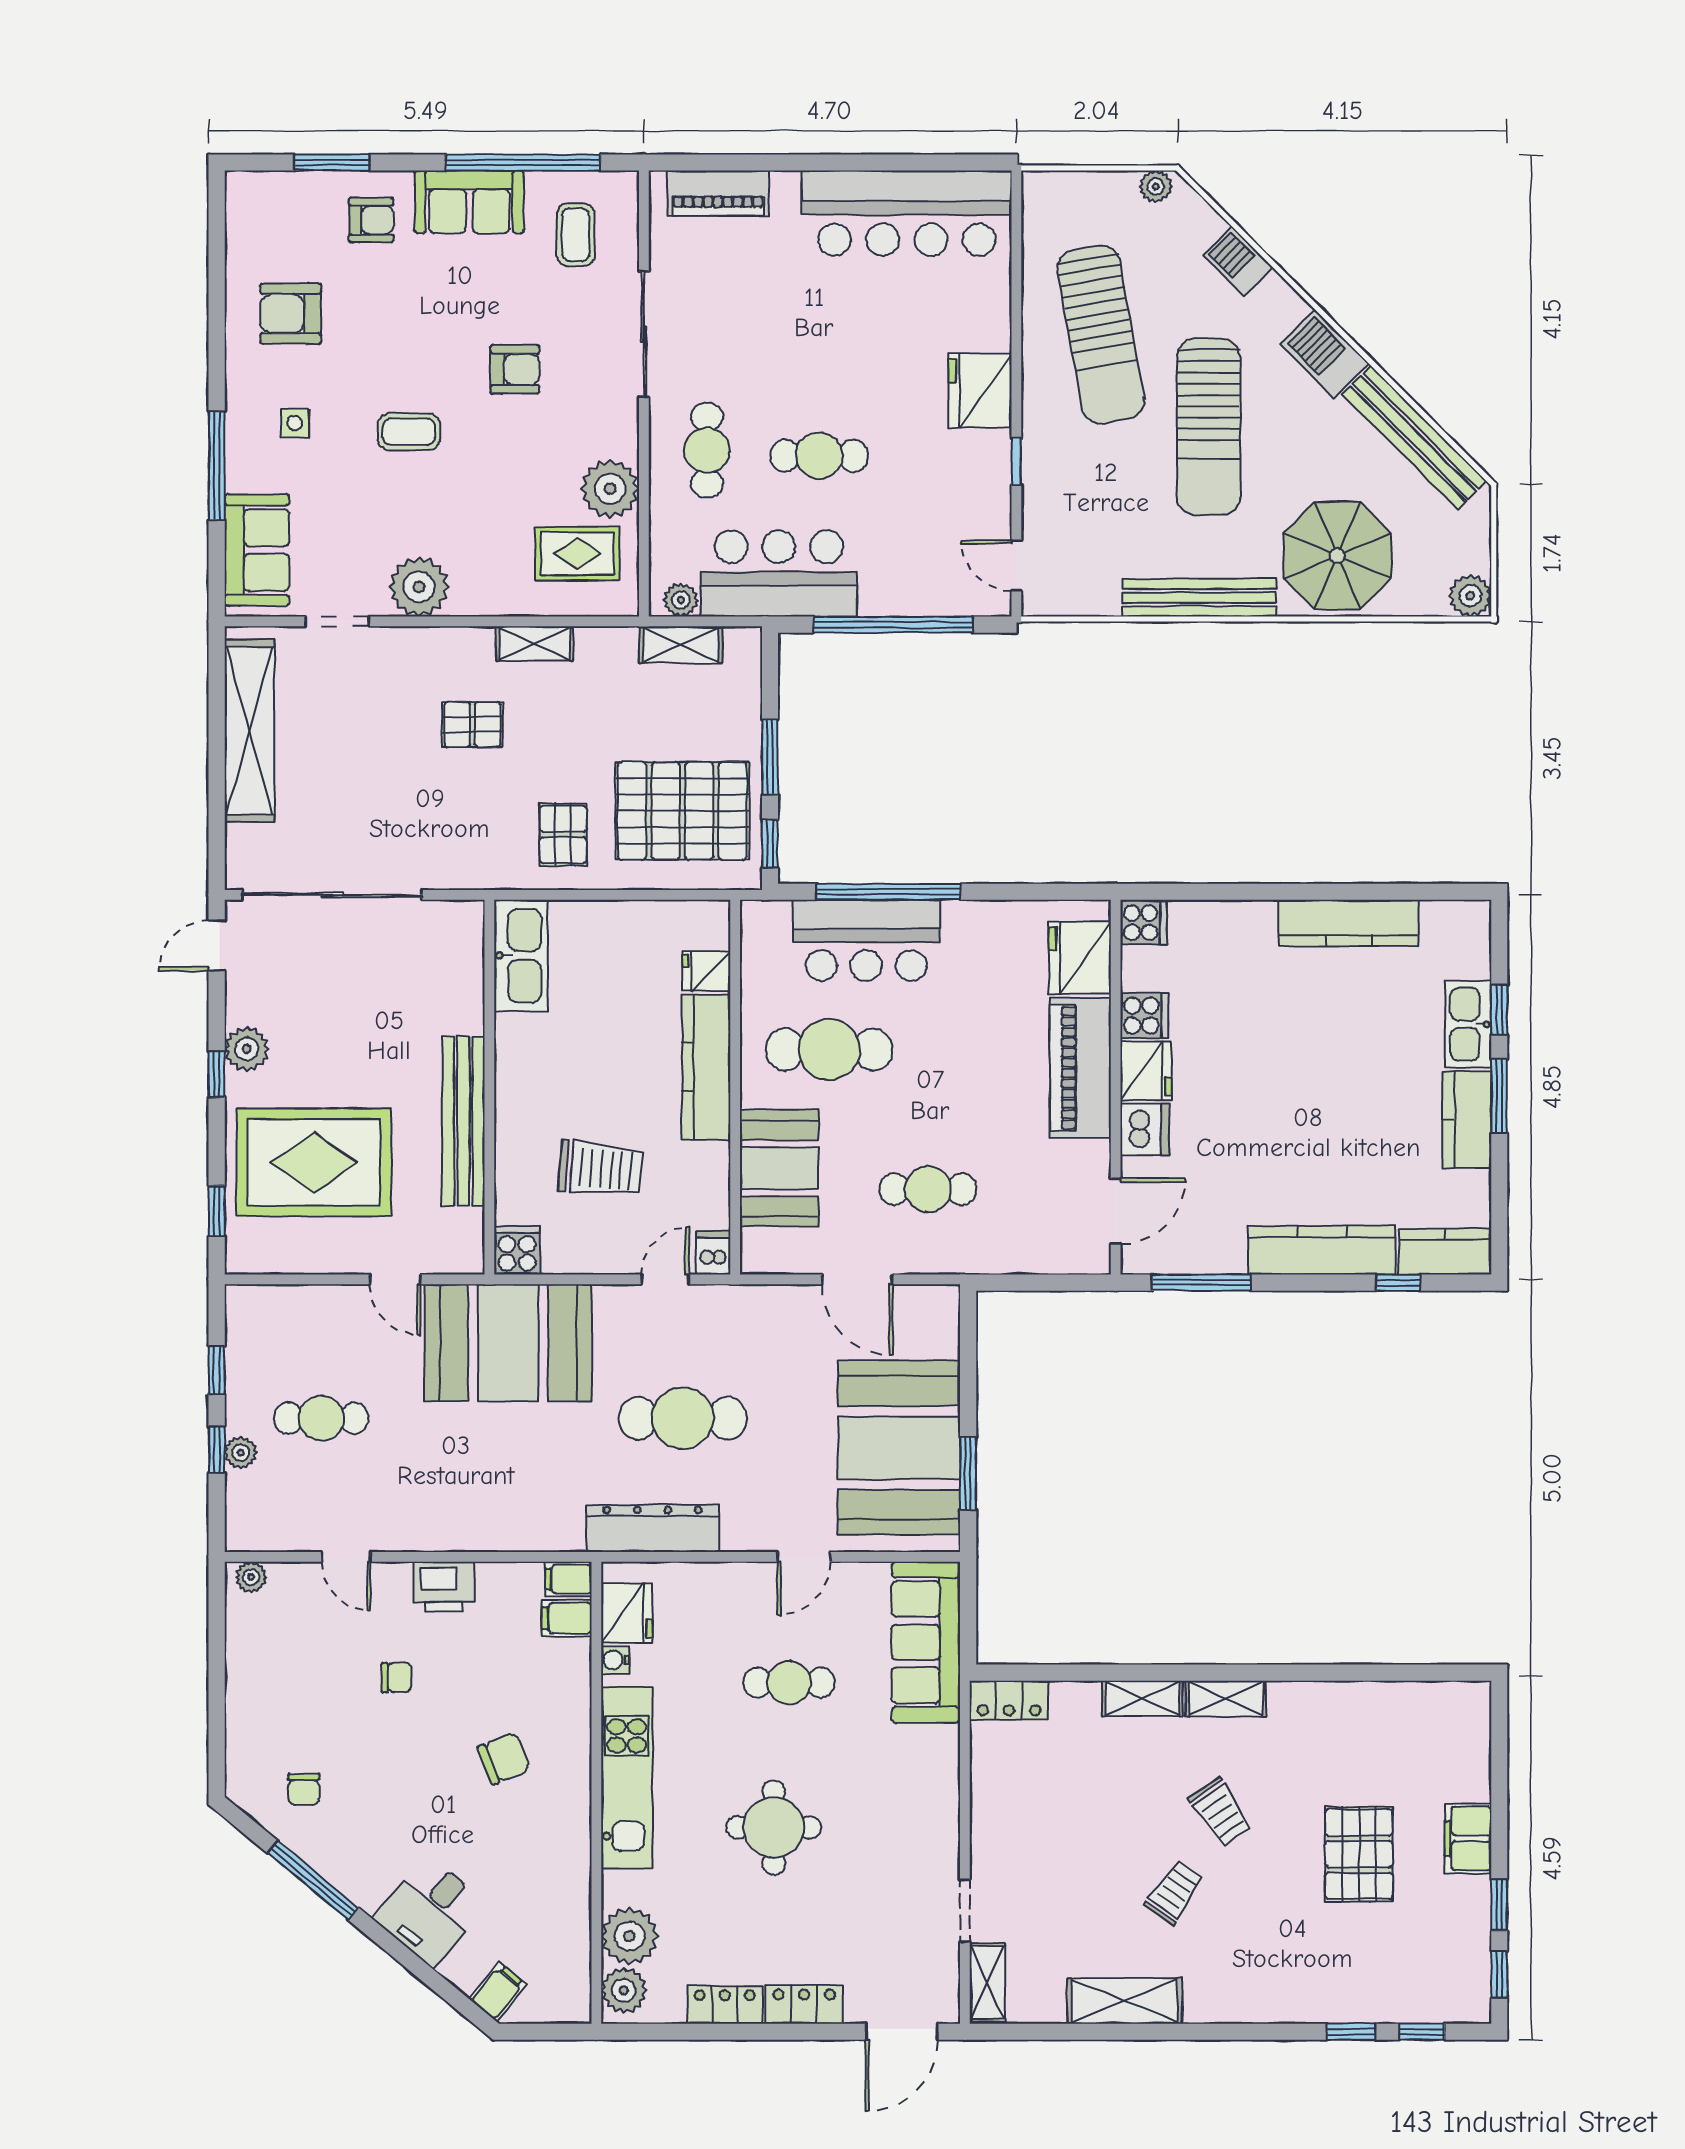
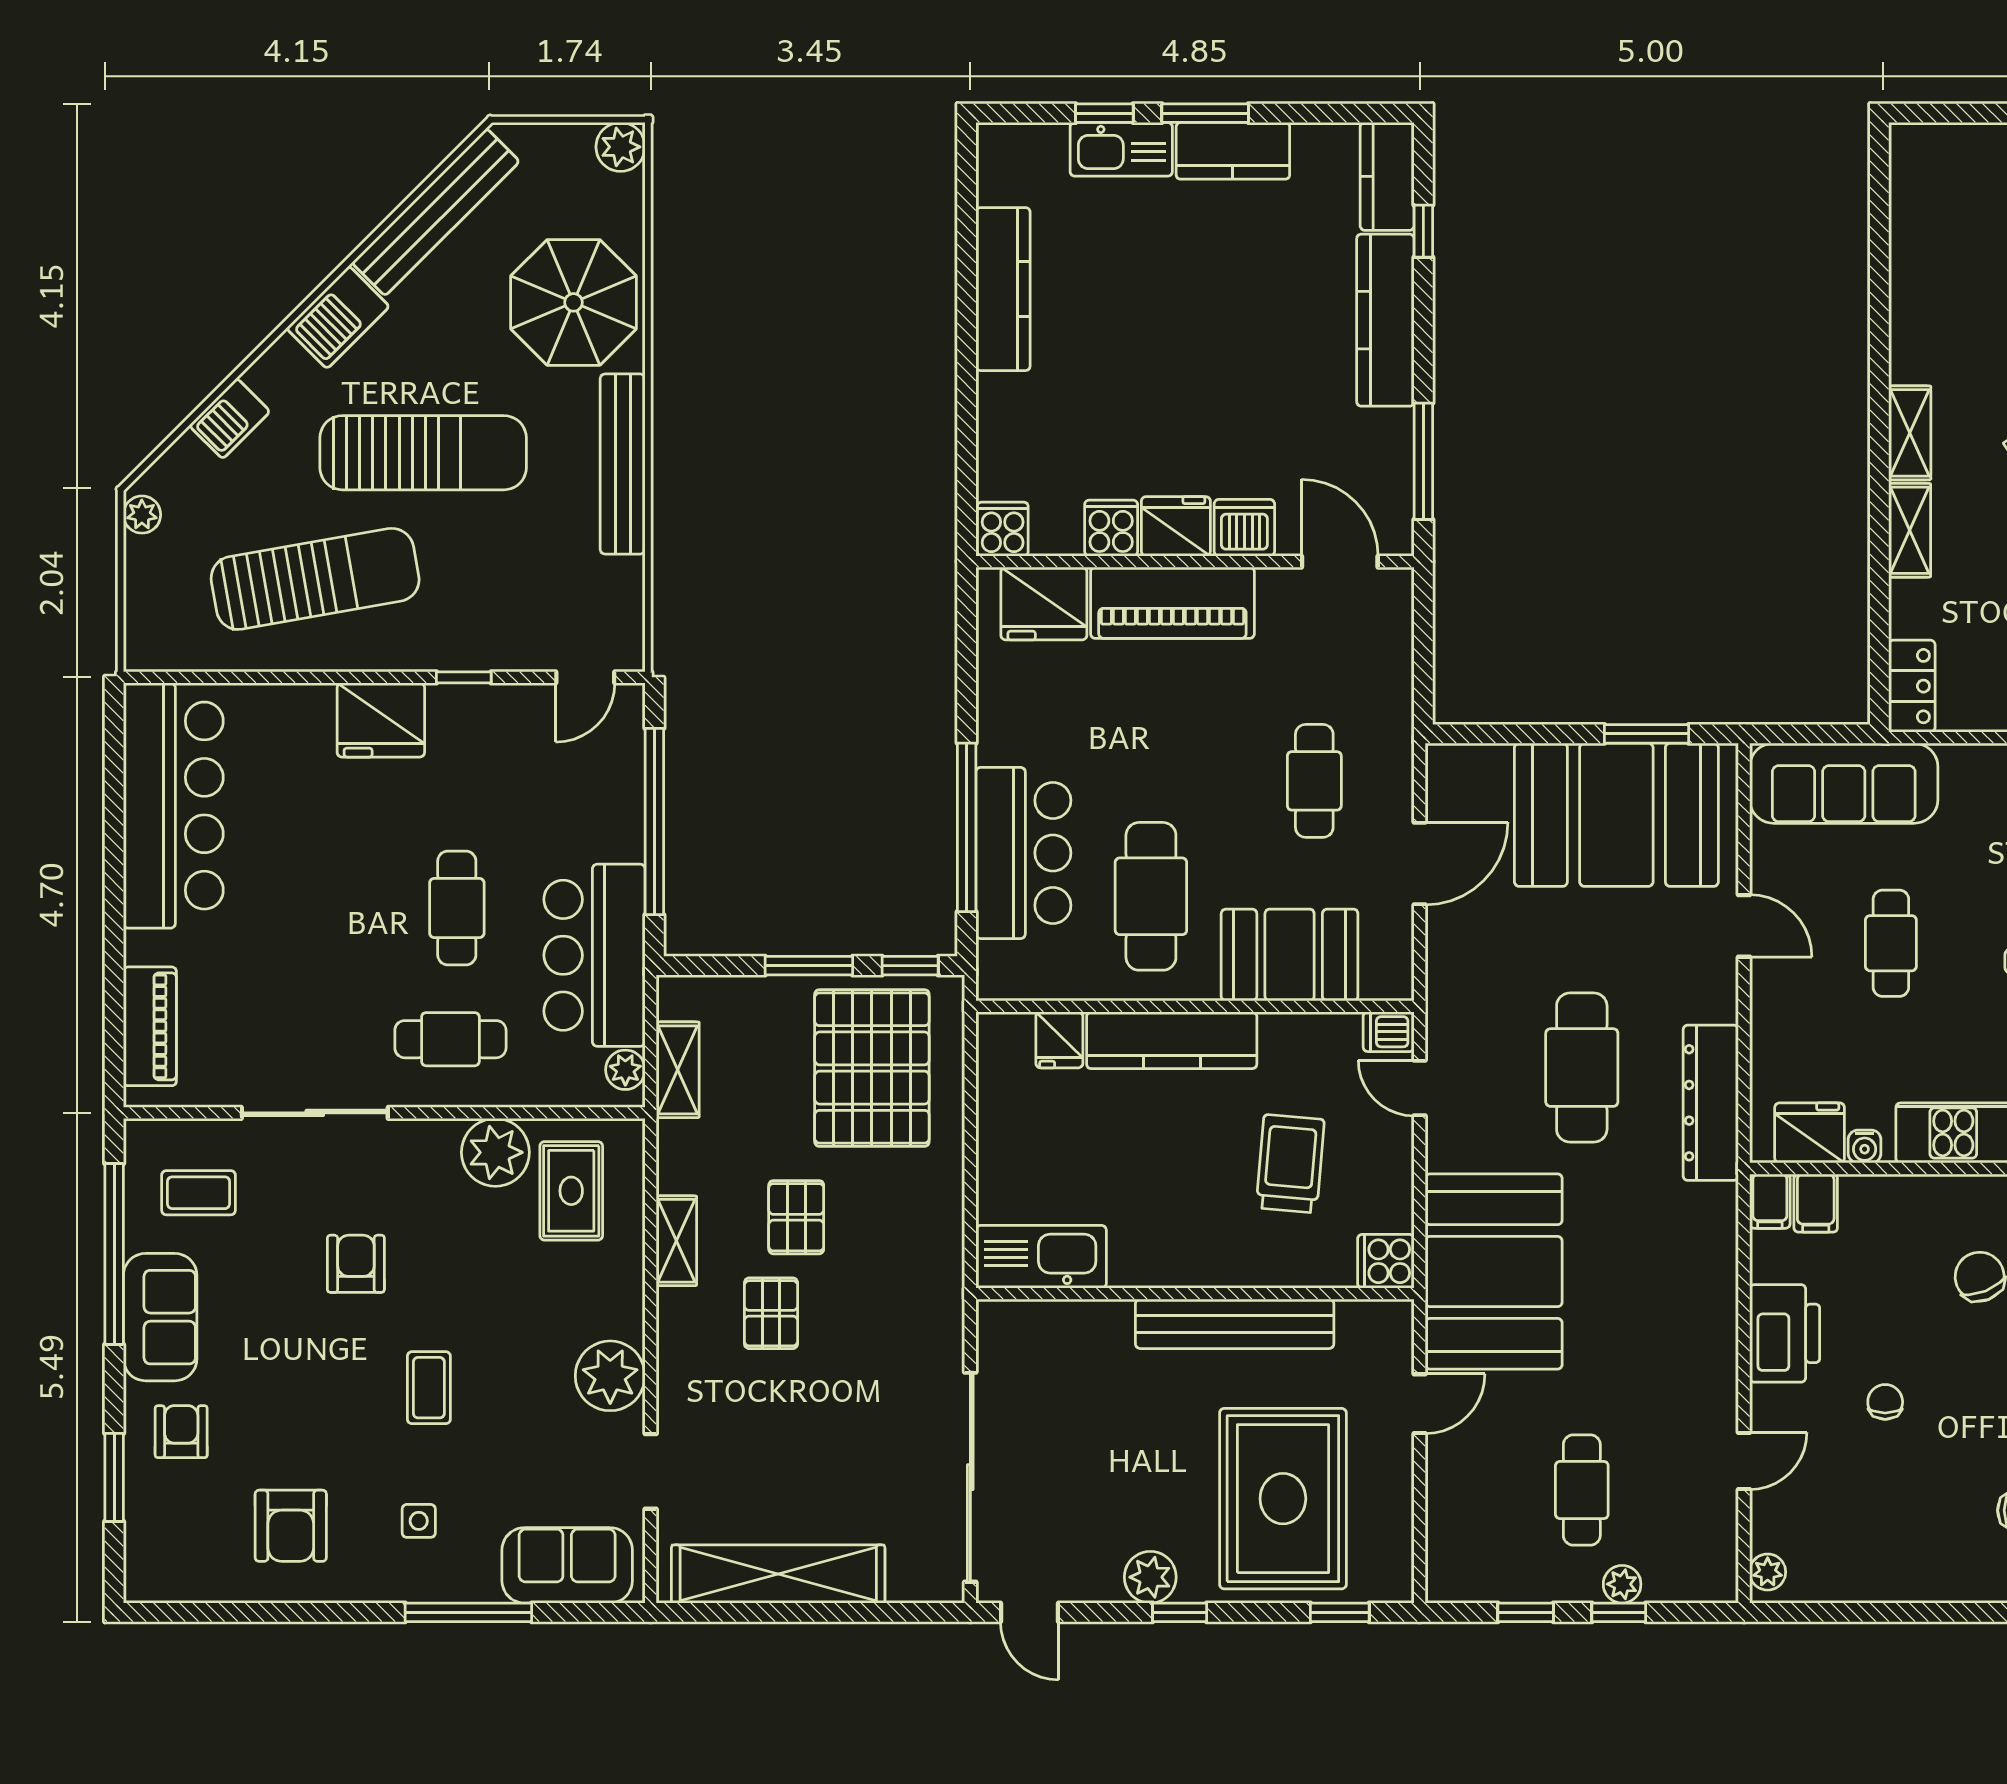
pallet: (563, 835) -> (796, 1217), moved, turned 90
printer: (444, 1587) -> (1785, 1333), width x1.37, depth x1.19

